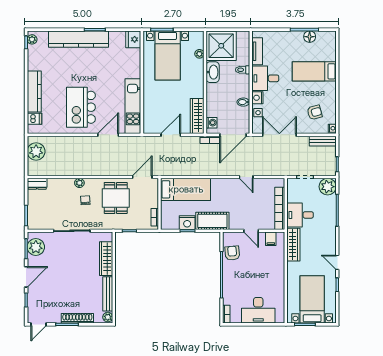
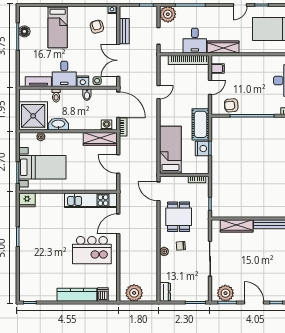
plant: (32, 39) -> (27, 297), removed
kitchen counter: (78, 39) -> (27, 252), removed
door: (108, 135) -> (118, 224), hinge flipped
bench: (323, 141) -> (124, 31), moved
dining table: (116, 198) -> (179, 217), turned 90

